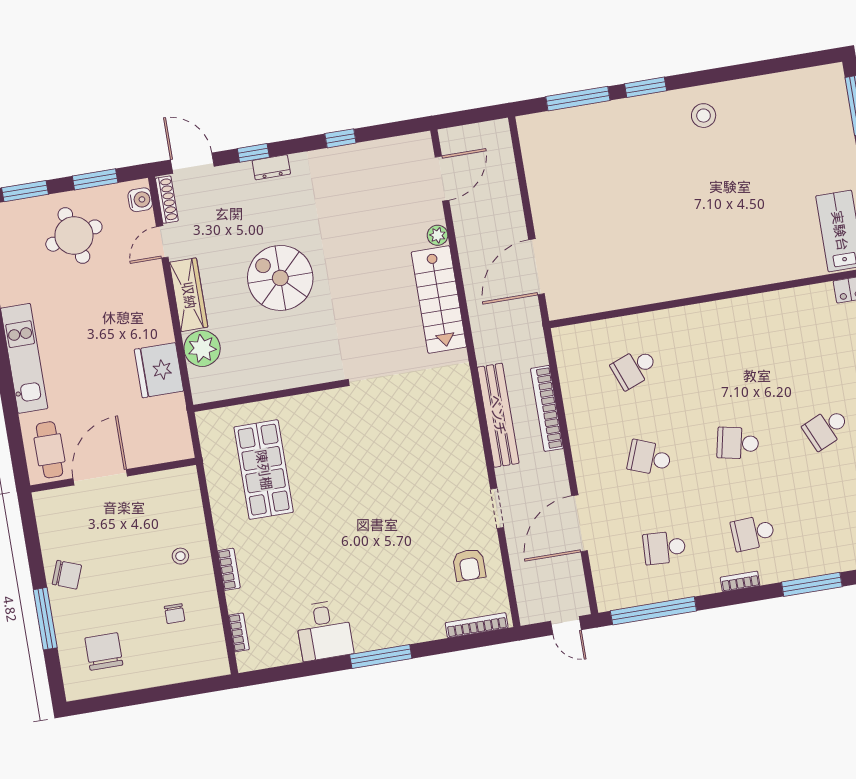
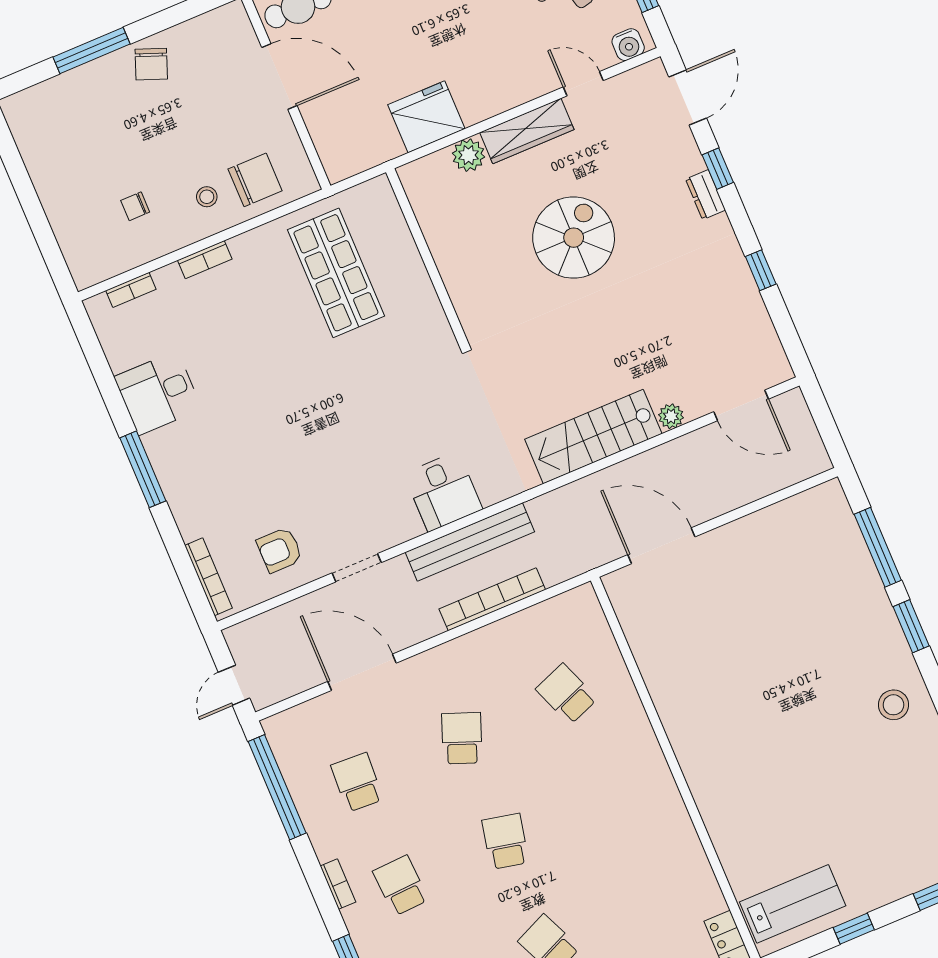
shoe rack: (167, 200) -> (636, 77), removed
plant: (202, 348) -> (468, 155), width x0.73, depth x0.73
desk: (454, 427) -> (443, 491), added
shop shelf: (264, 470) -> (336, 273), turned 90
chair: (104, 651) -> (255, 180), moved

